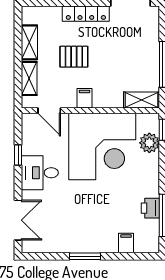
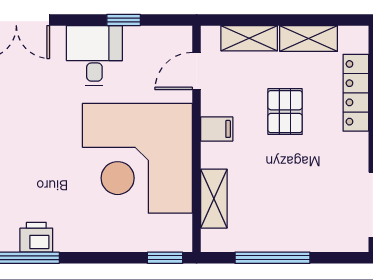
locker: (86, 14) -> (356, 93), moved
shelving: (142, 100) -> (214, 199), moved
plant: (149, 143) -> (143, 236), removed

